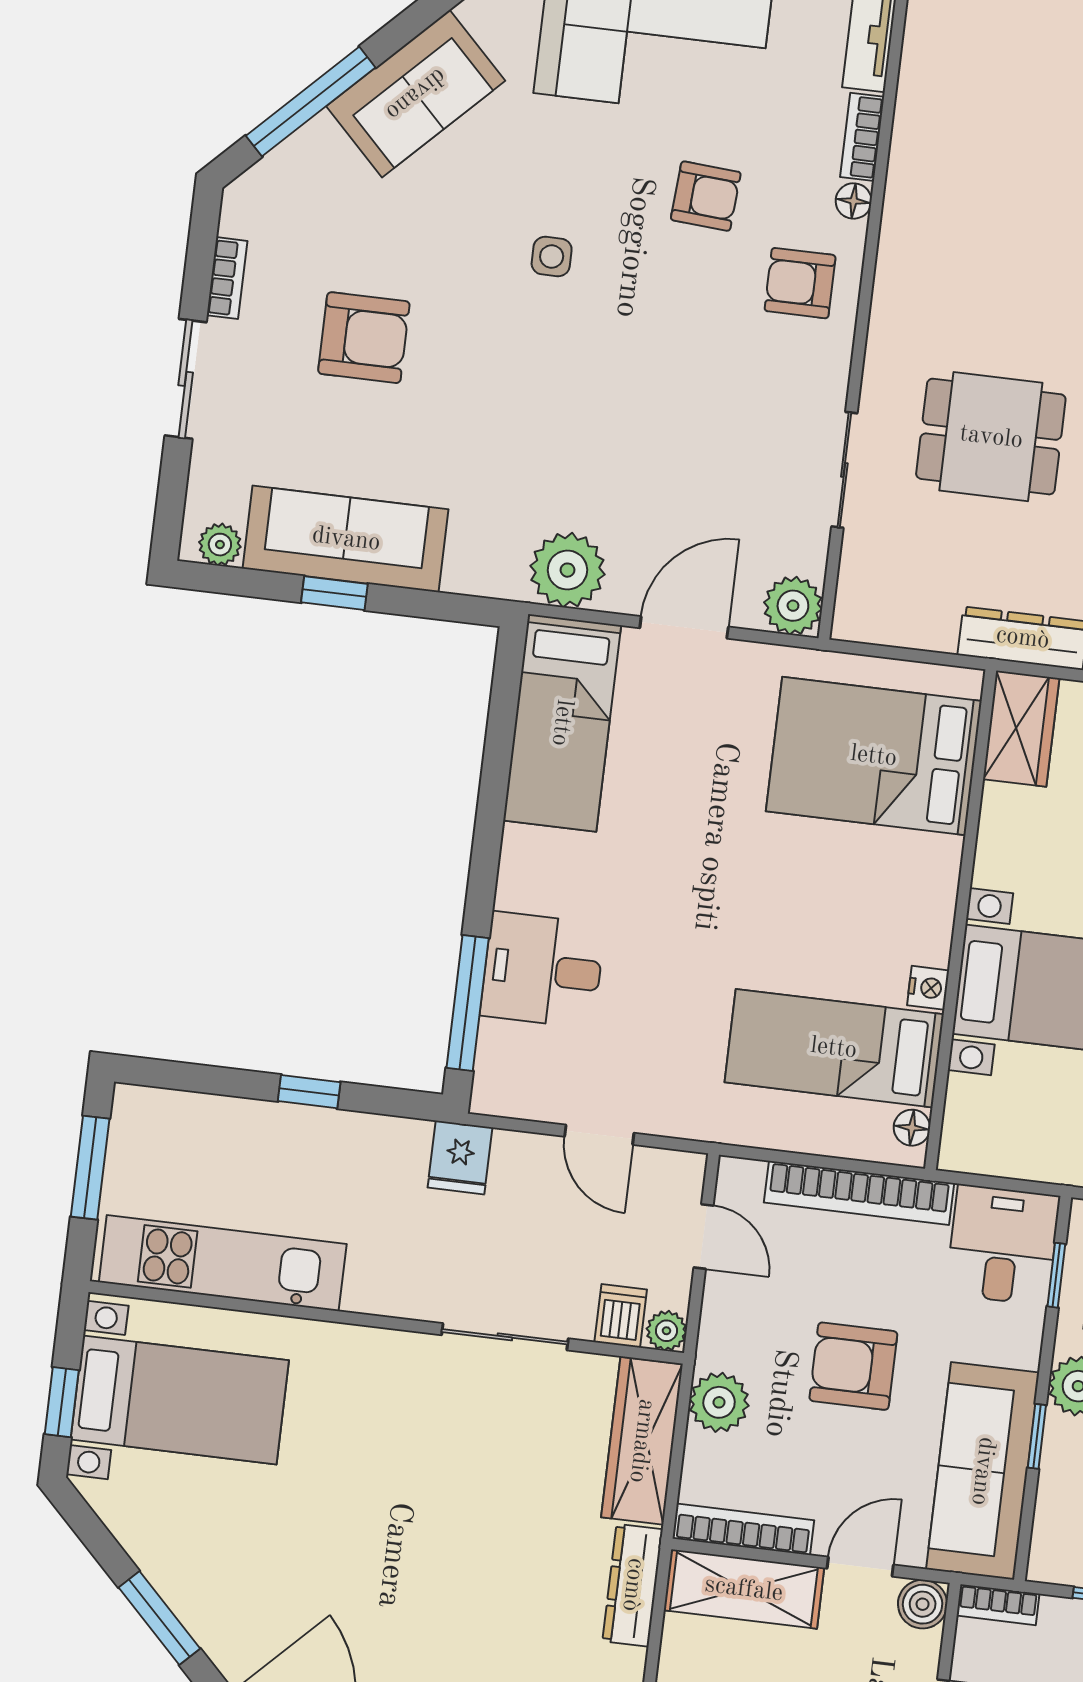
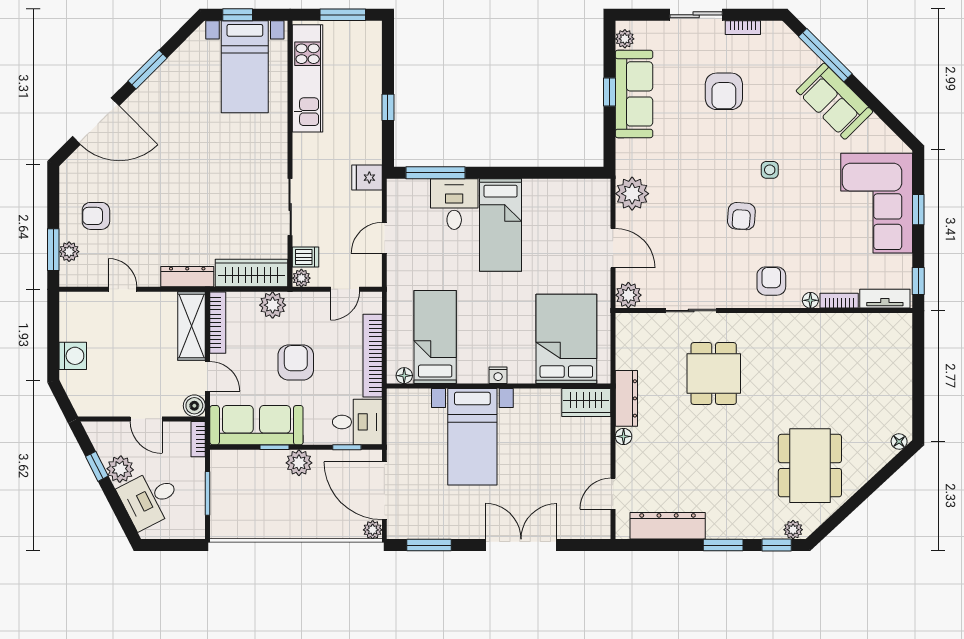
armchair: (706, 196) -> (741, 216), moved
bed: (562, 723) -> (501, 225), moved, turned -90
nightstand: (928, 988) -> (498, 375), moved

